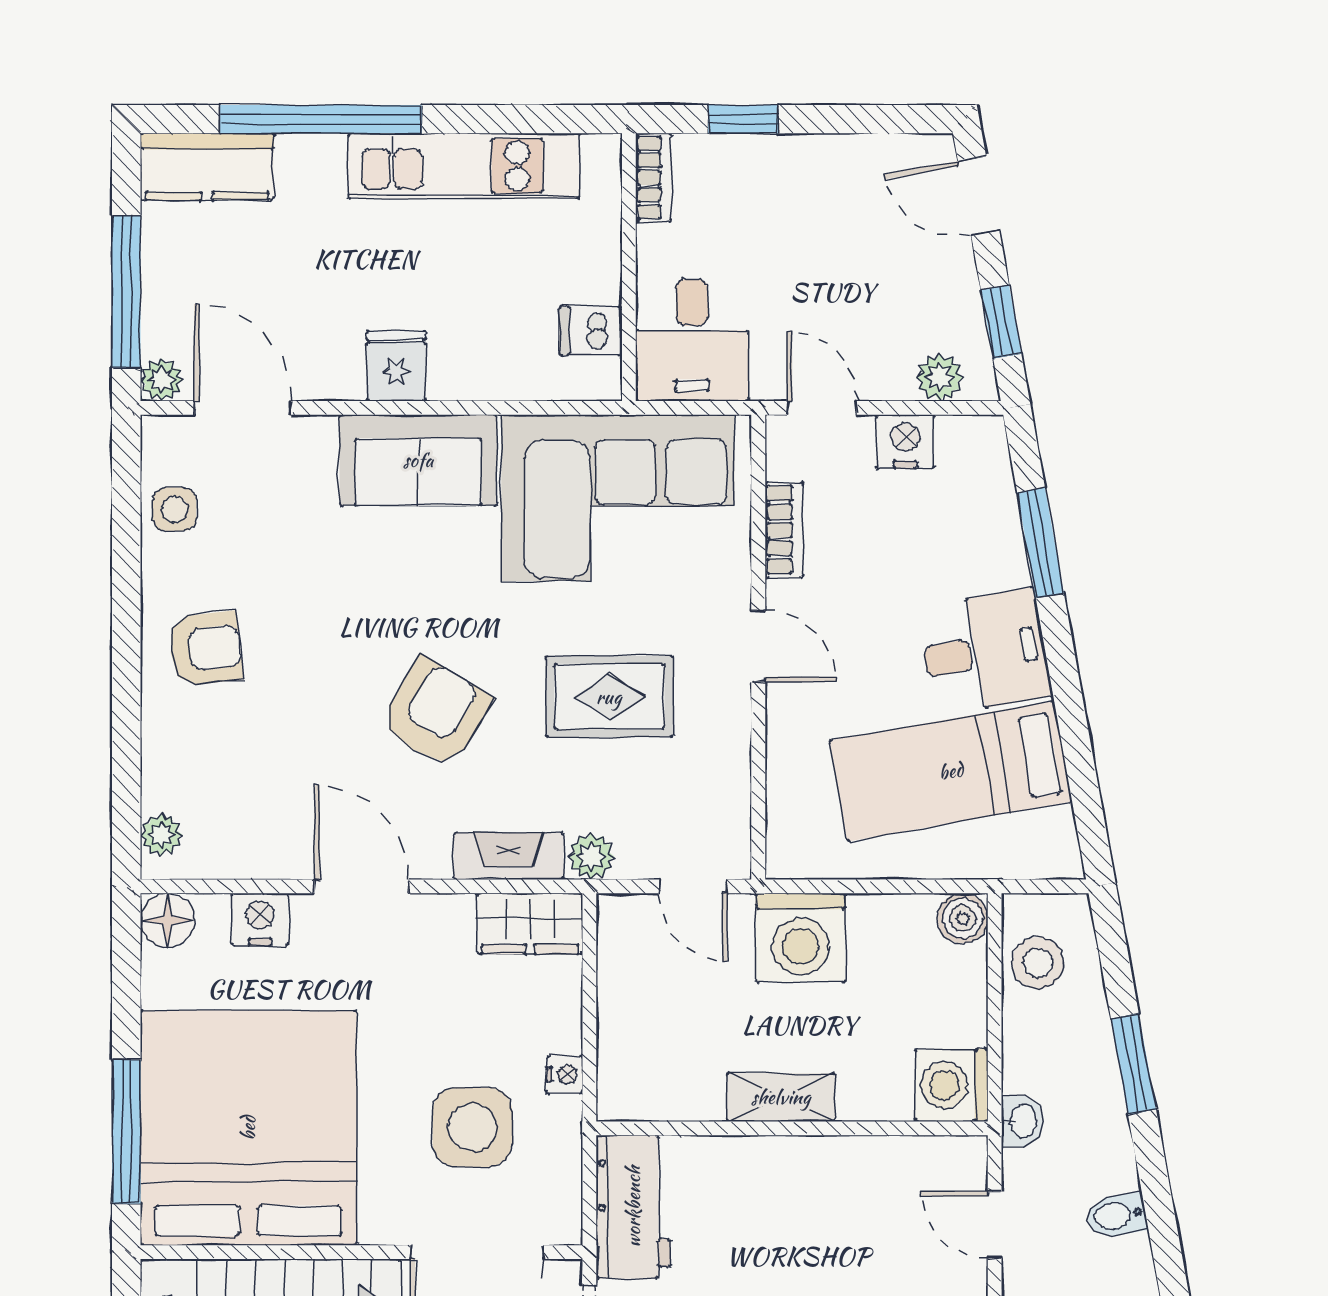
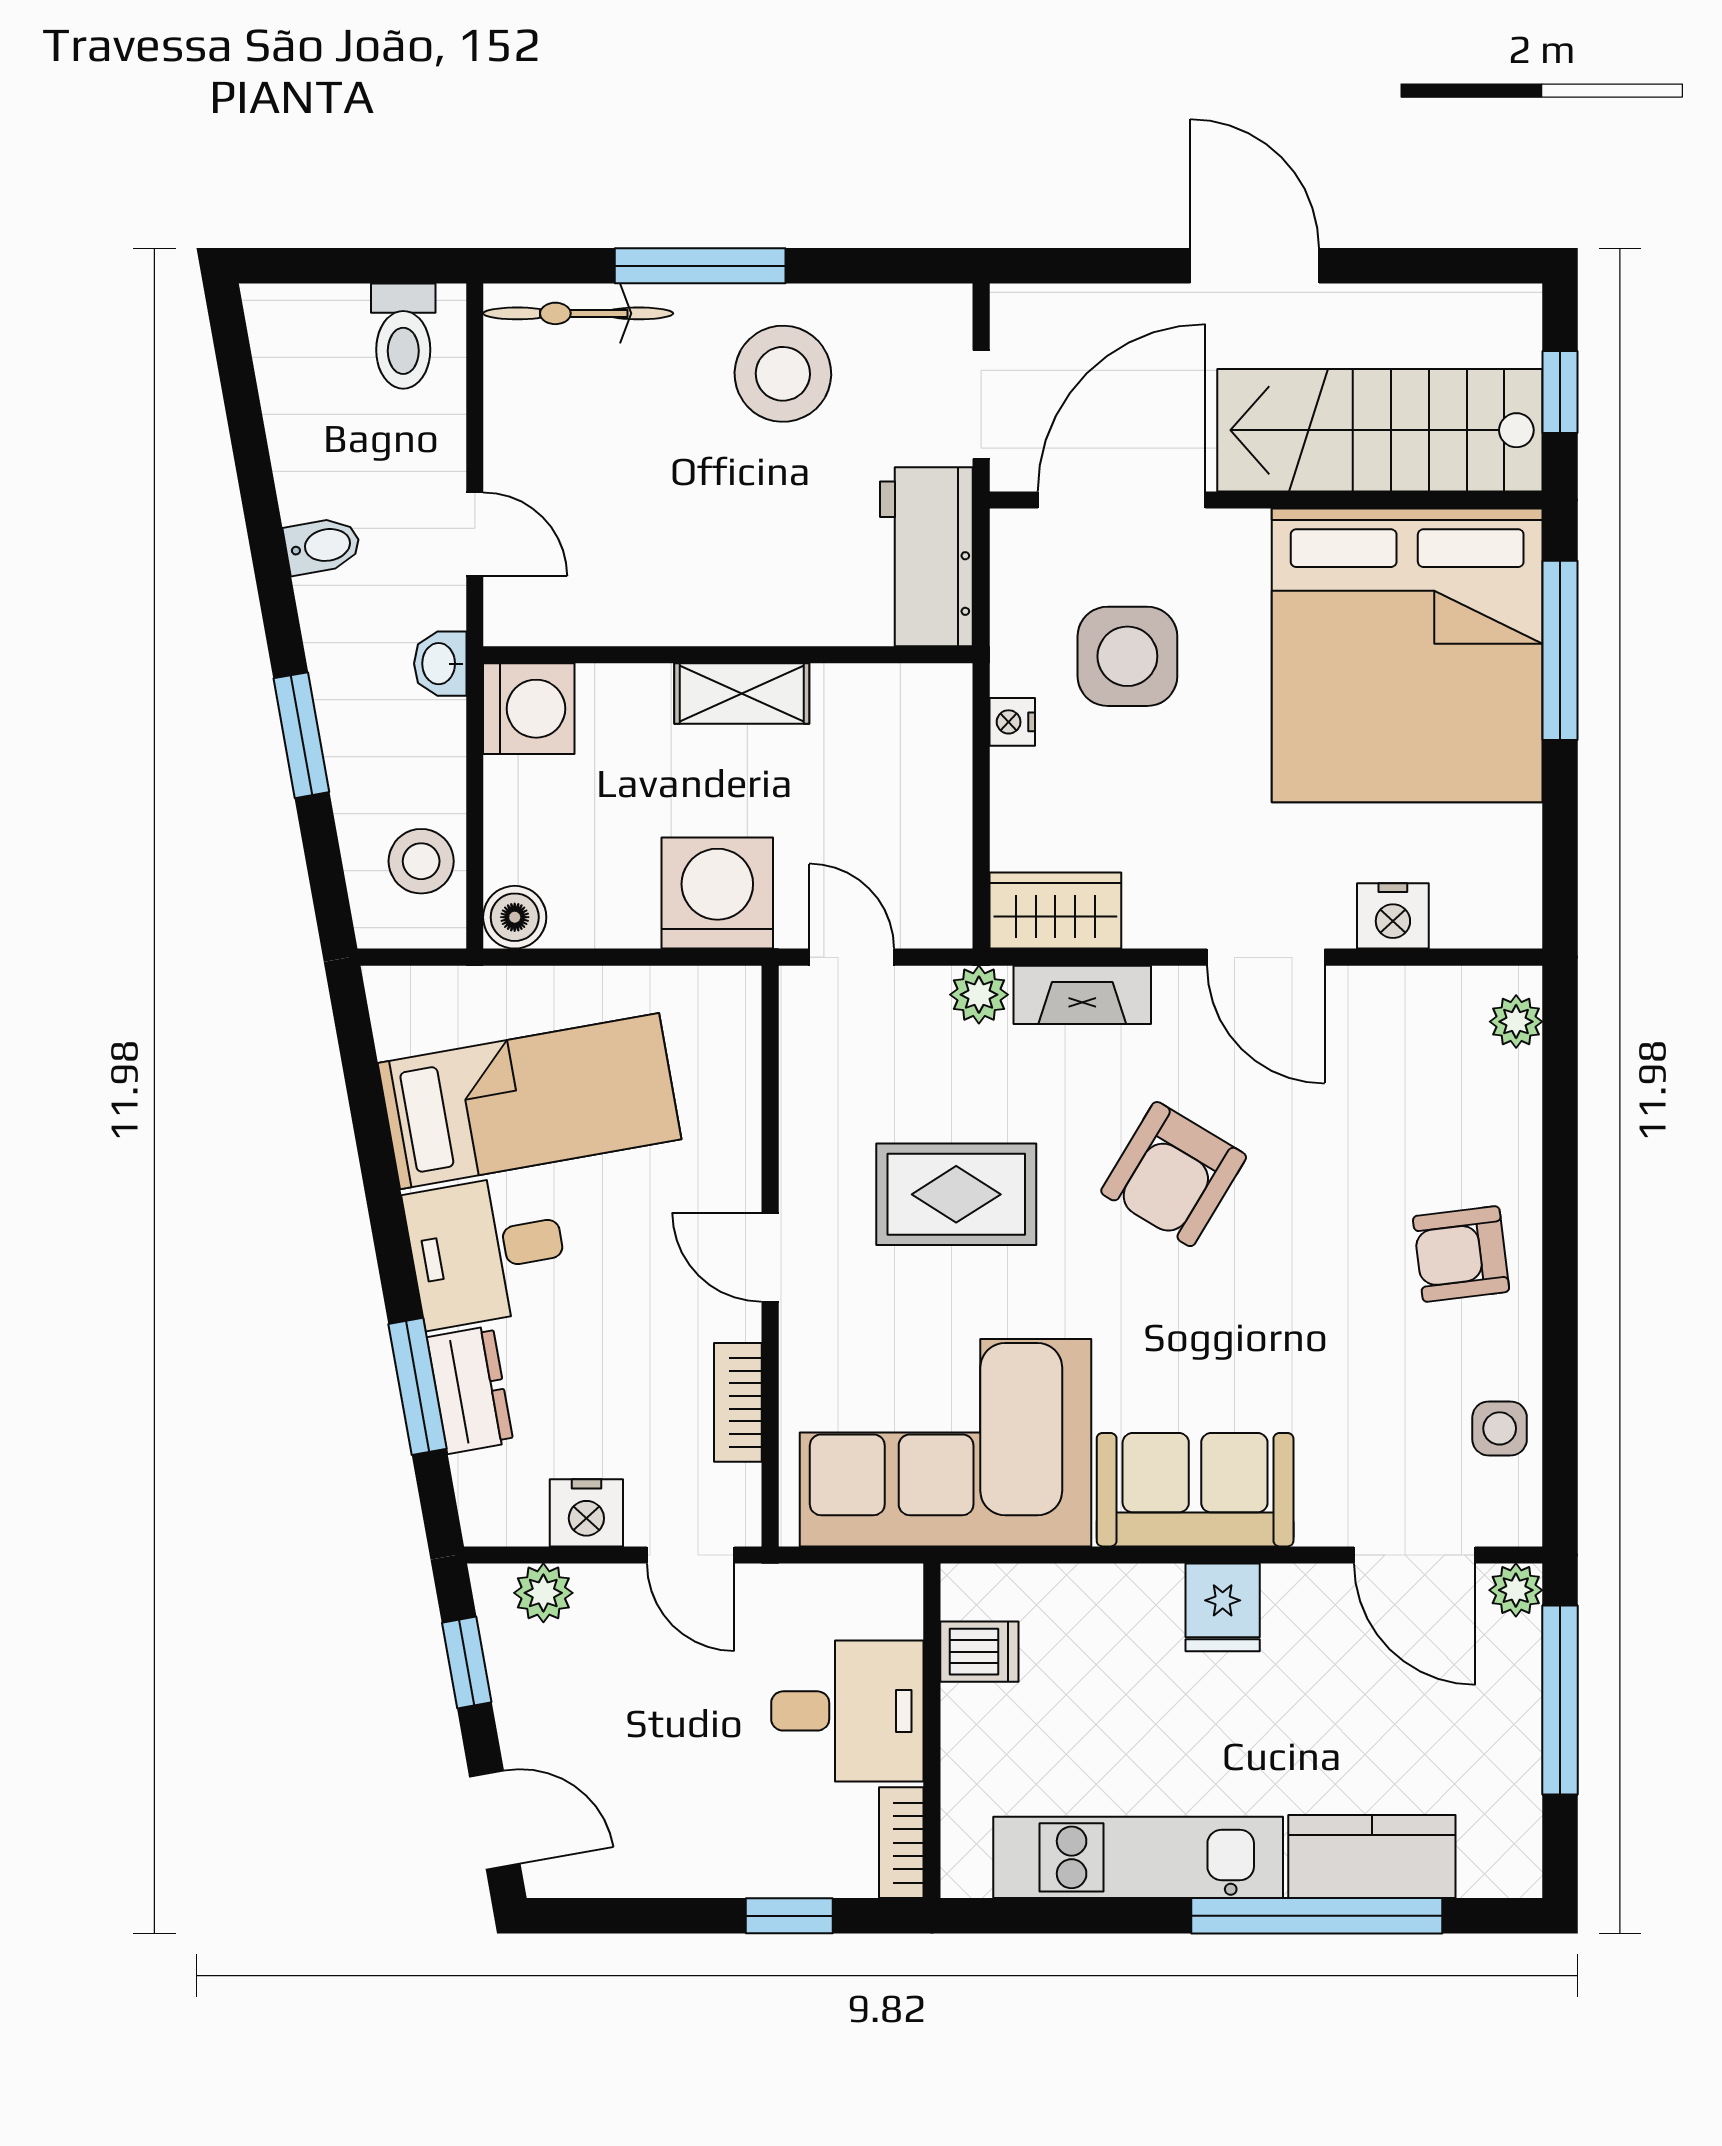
kitchen counter: (207, 167) -> (1372, 1856), moved
desk: (692, 340) -> (847, 1711), moved, turned 90
dresser: (998, 540) -> (470, 1390), added
floor lamp: (168, 920) -> (1508, 915), removed

